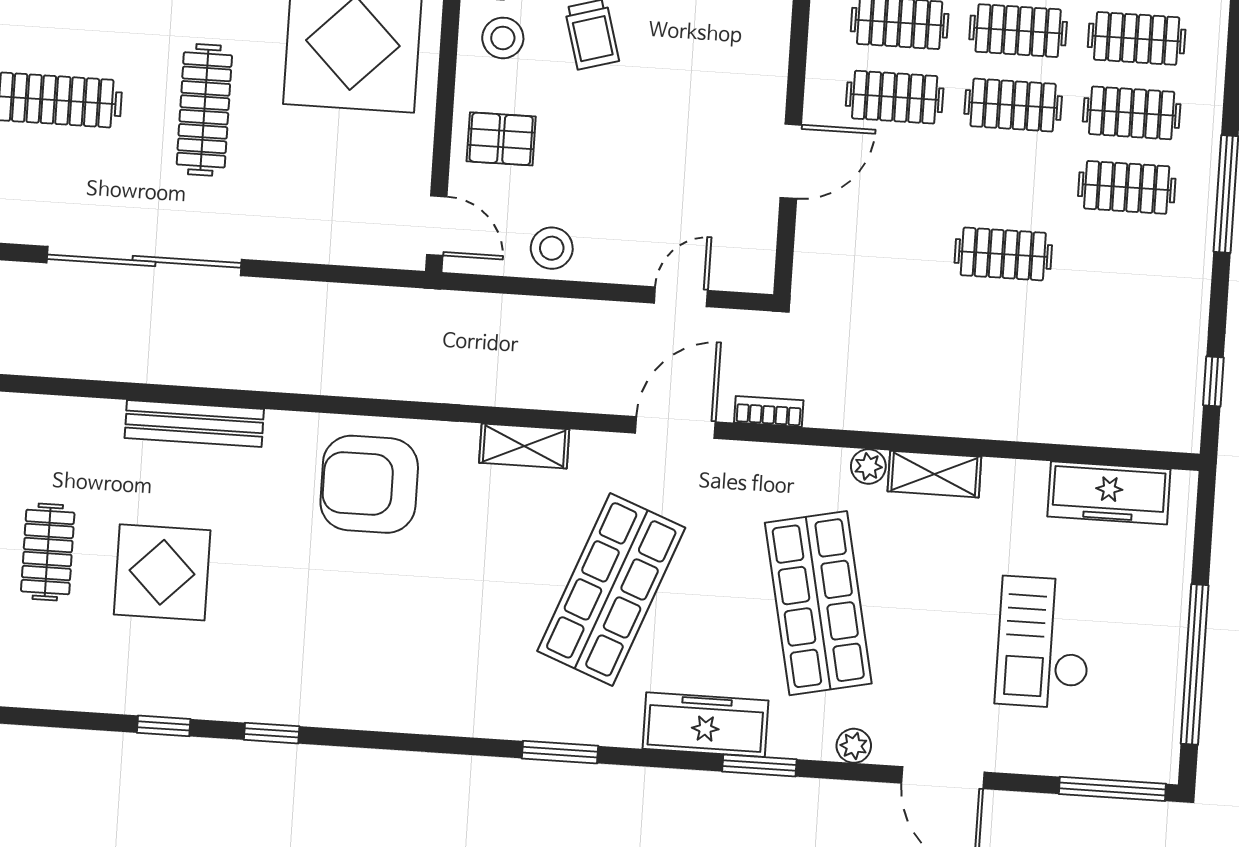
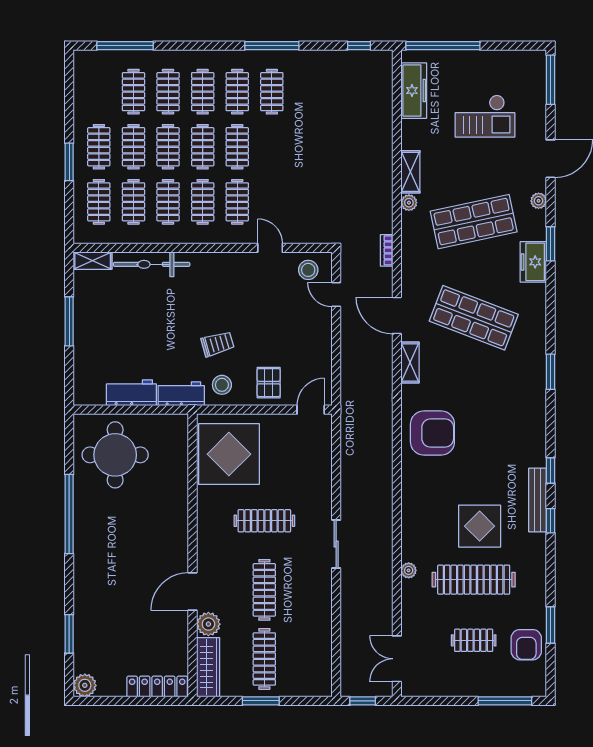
door: (791, 161) -> (270, 248), width x0.73
stool: (552, 248) -> (308, 270), moved
clothes rail: (1003, 254) -> (306, 147), removed
sliding door: (144, 261) -> (336, 544), width x0.54
plant: (77, 413) -> (409, 570), added
bench: (194, 424) -> (538, 500), moved
door: (675, 428) -> (397, 315), moved
armchair: (369, 484) -> (432, 433), turned -90
clothes rail: (48, 552) -> (474, 580), width x1.86, depth x1.31
window: (1195, 664) -> (443, 46), moved
freezer: (706, 725) -> (533, 262), width x0.71
window: (560, 752) -> (551, 372), moved

